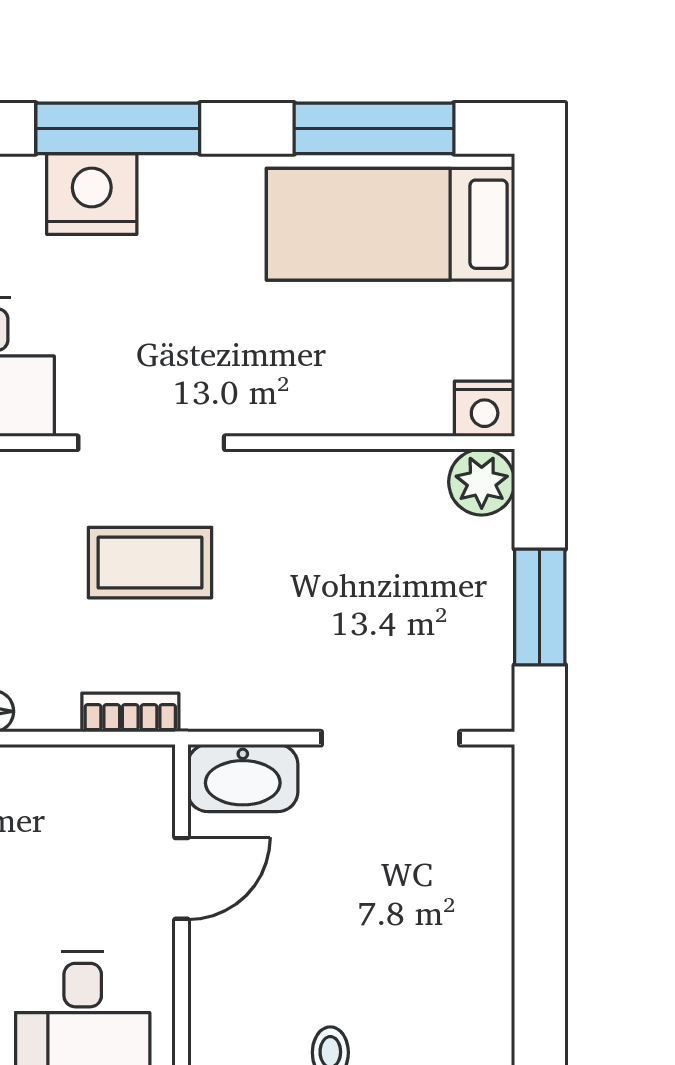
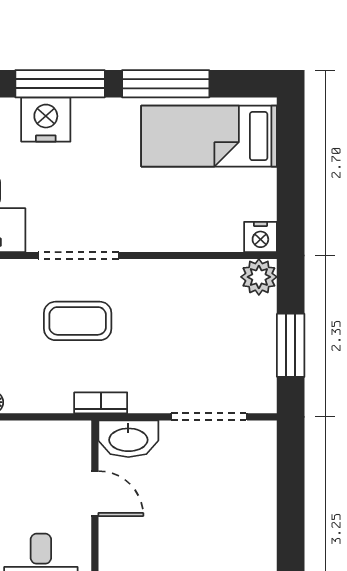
window: (374, 128) -> (166, 84), moved
bookcase: (130, 712) -> (101, 403), moved
door: (182, 878) -> (95, 494), hinge flipped

